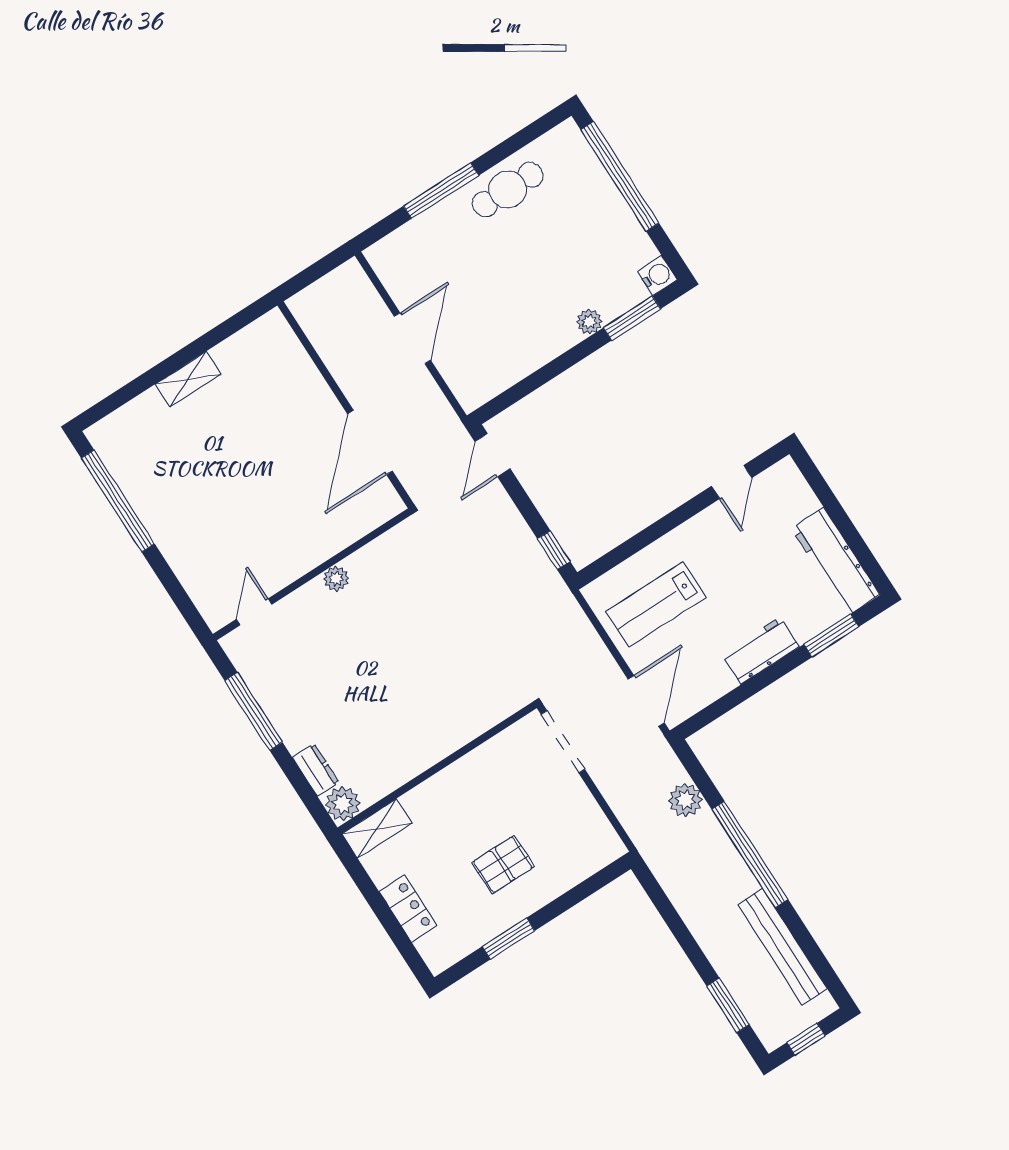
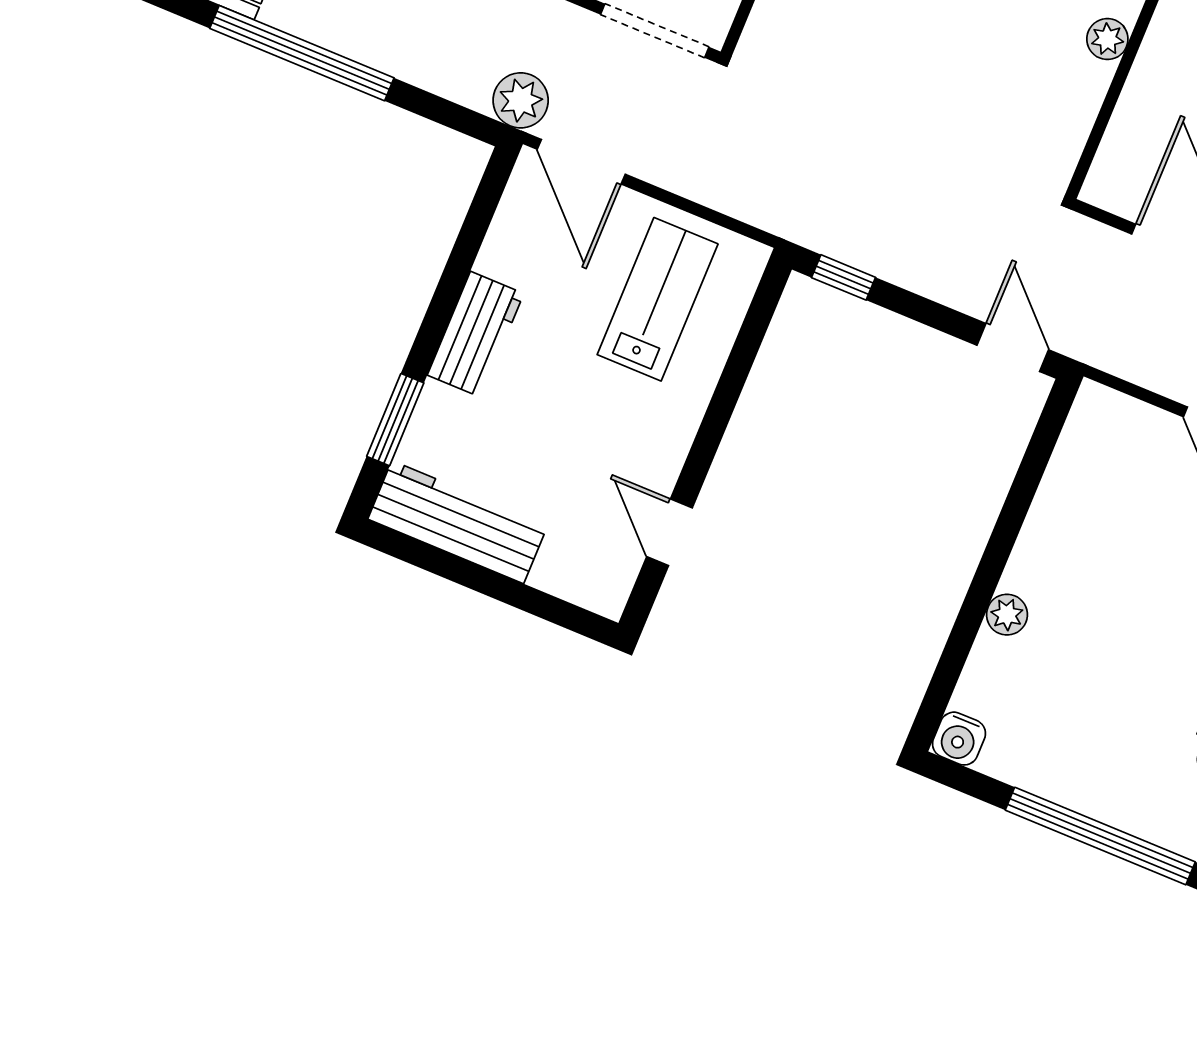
window: (632, 318) -> (953, 658), removed
plant: (685, 800) -> (521, 100), moved

